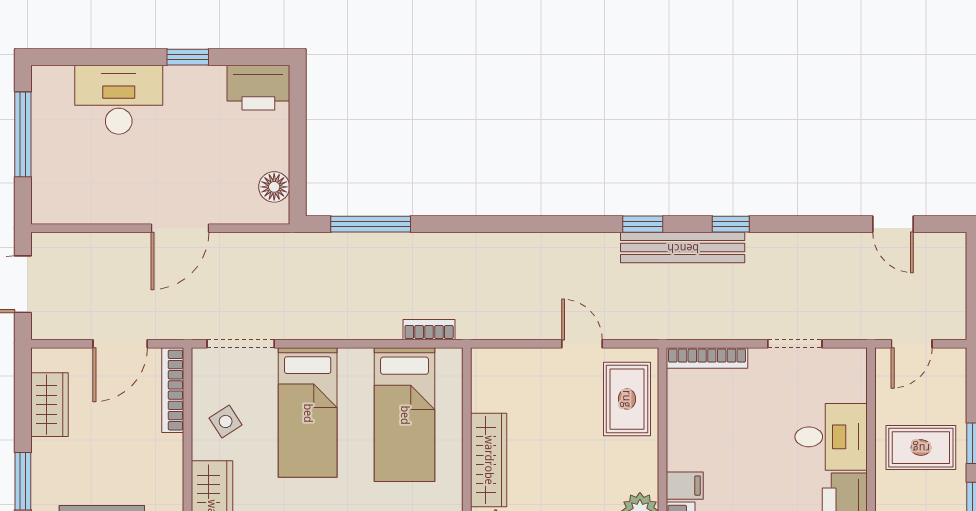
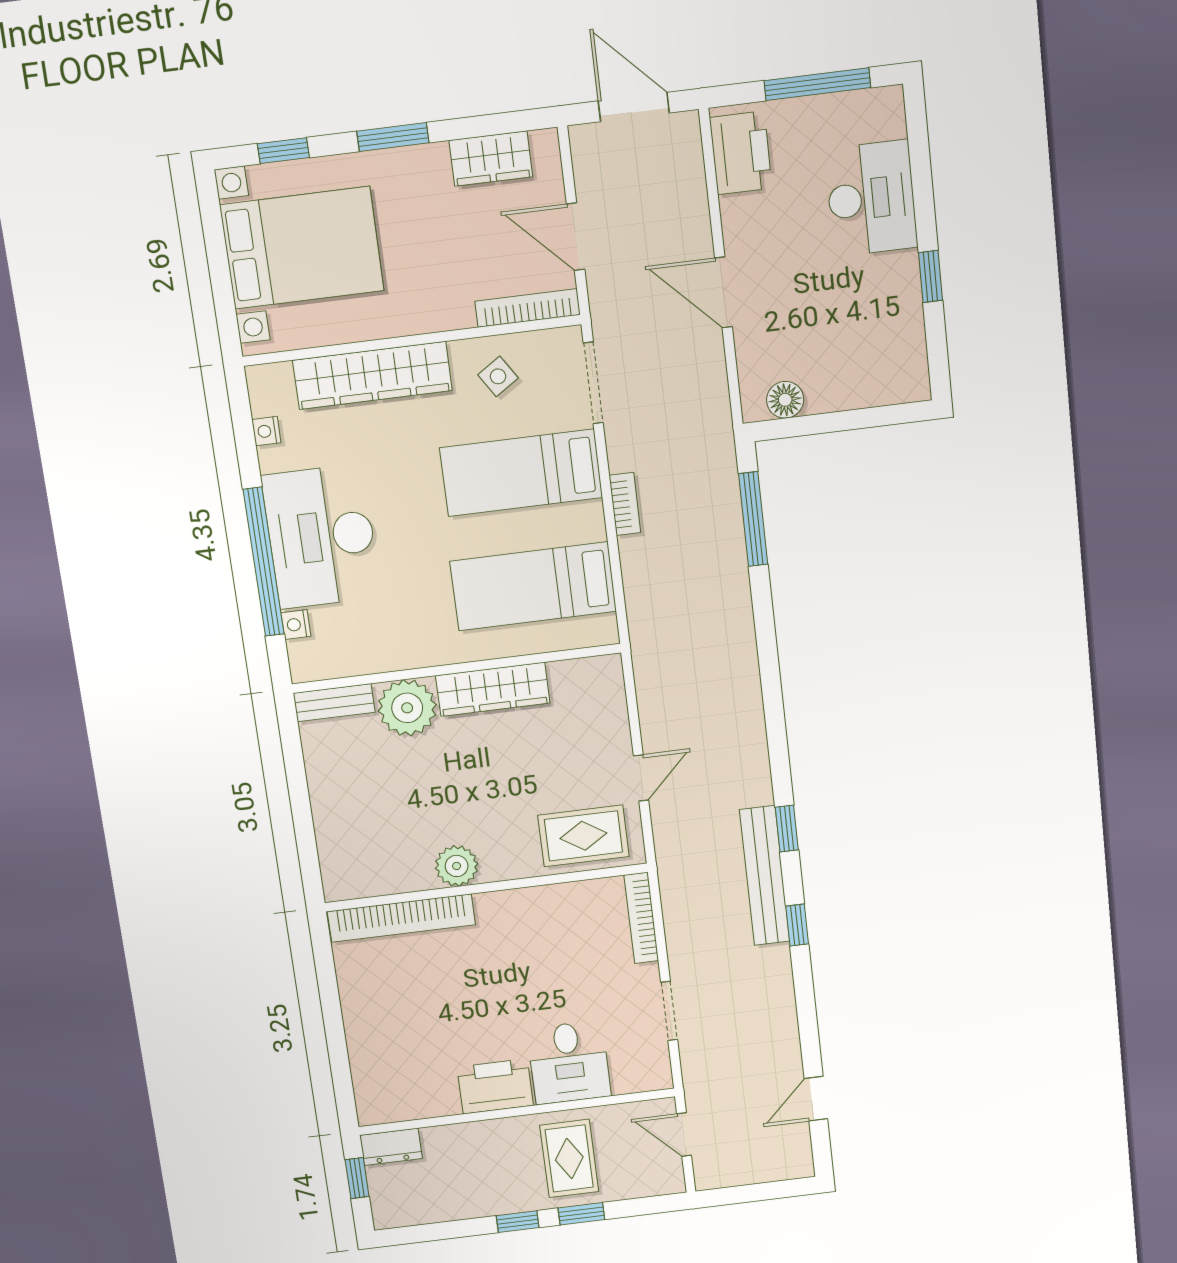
printer: (258, 88) -> (741, 153), moved, turned 180
bookcase: (429, 330) -> (625, 504), moved
filing cabinet: (685, 486) -> (493, 911), removed

